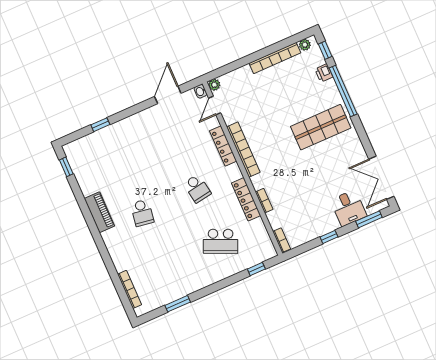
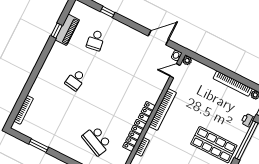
locker: (223, 146) -> (147, 112), moved, width x0.66
window: (66, 167) -> (57, 31), moved
school desk: (197, 188) -> (96, 40), moved
piano: (99, 212) -> (67, 30), moved

